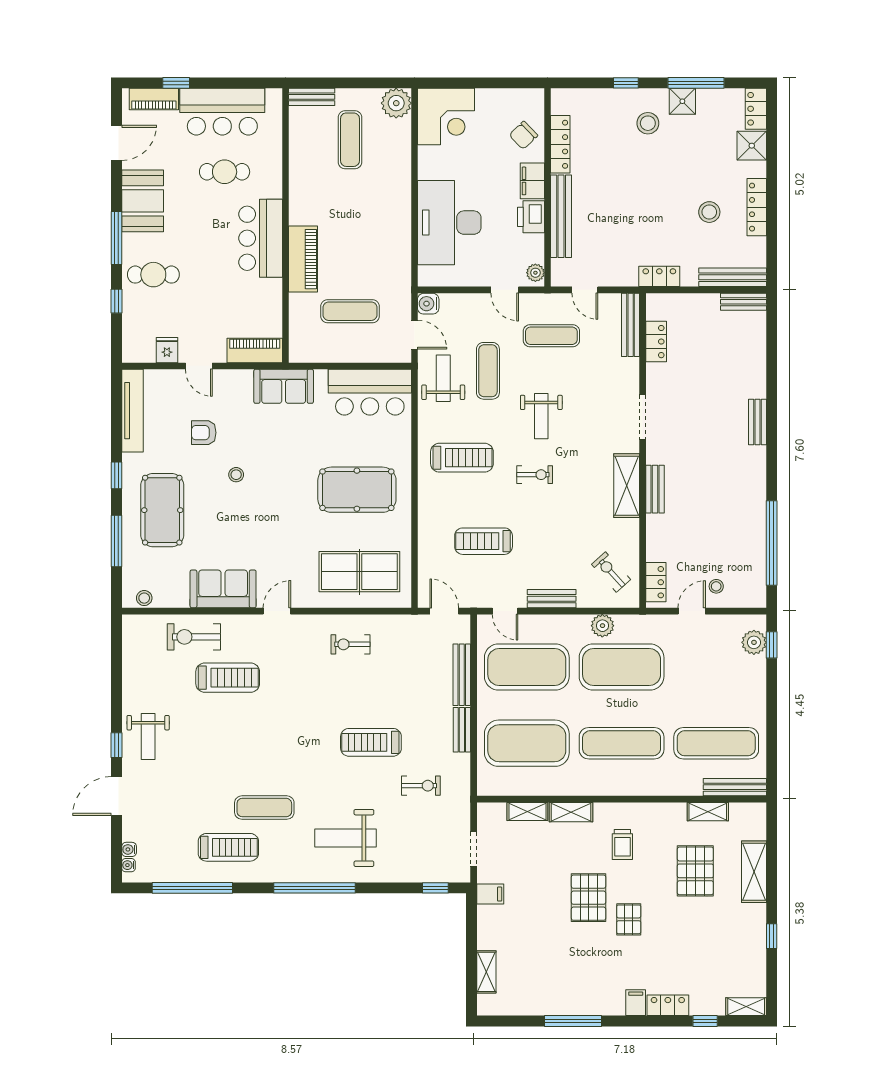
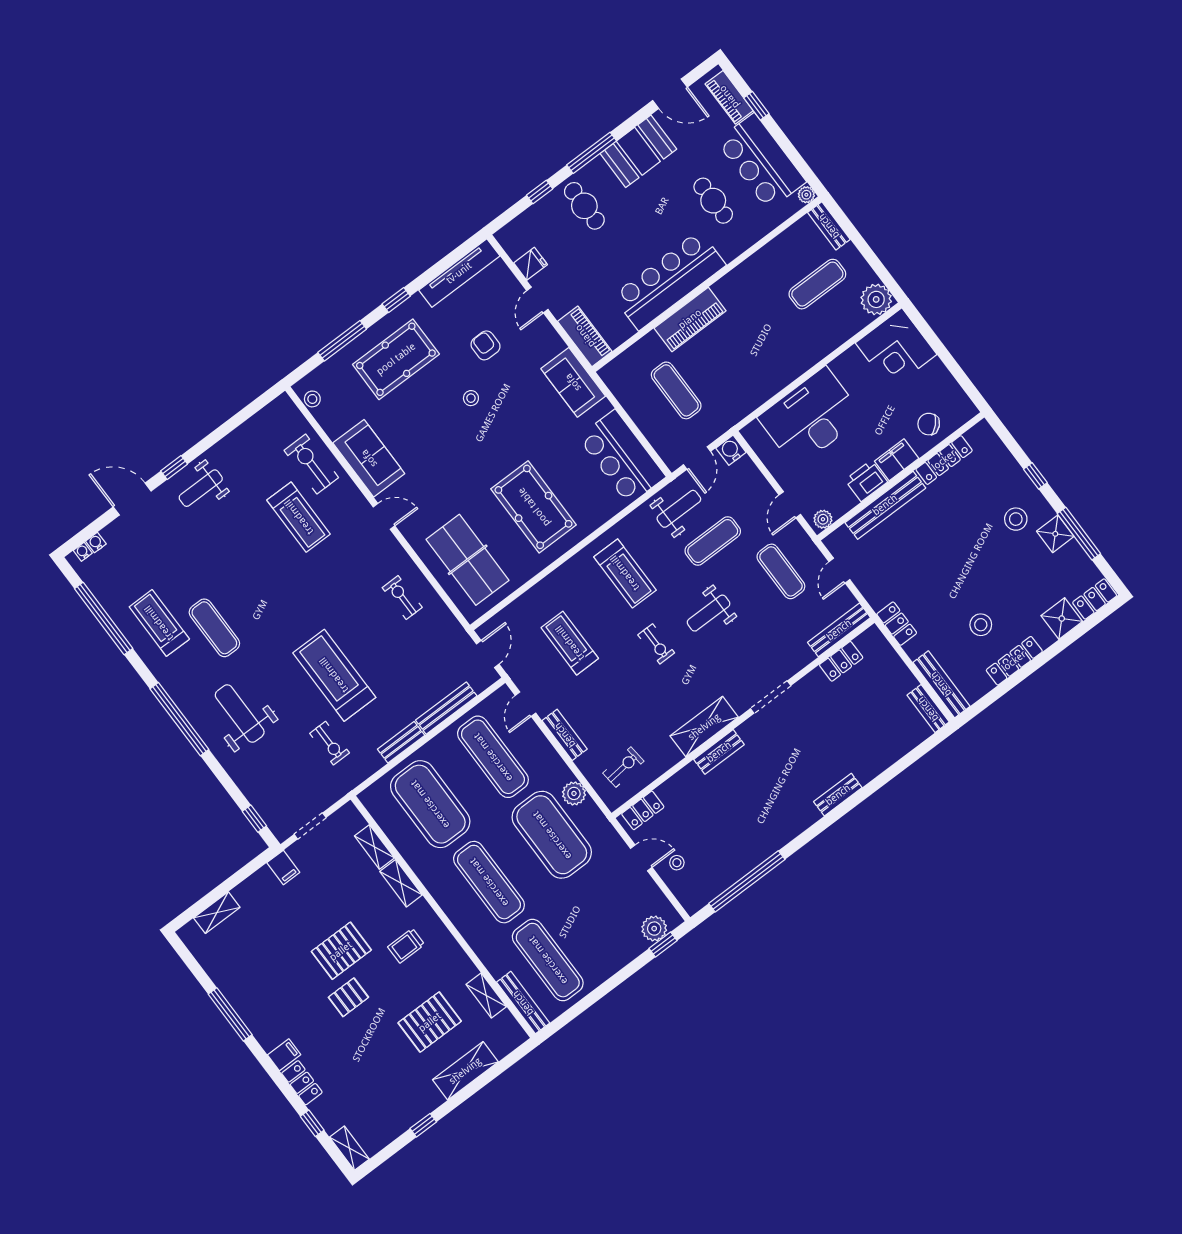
plant: (274, 96) -> (806, 195), added
bar counter: (261, 238) -> (669, 280), width x1.36
exercise bike: (611, 572) -> (623, 767), turned 36
exercise mat: (527, 667) -> (493, 757), width x0.68
treadmill: (371, 742) -> (334, 675), width x1.37, depth x1.38
treadmill: (228, 847) -> (159, 623), turned 180

